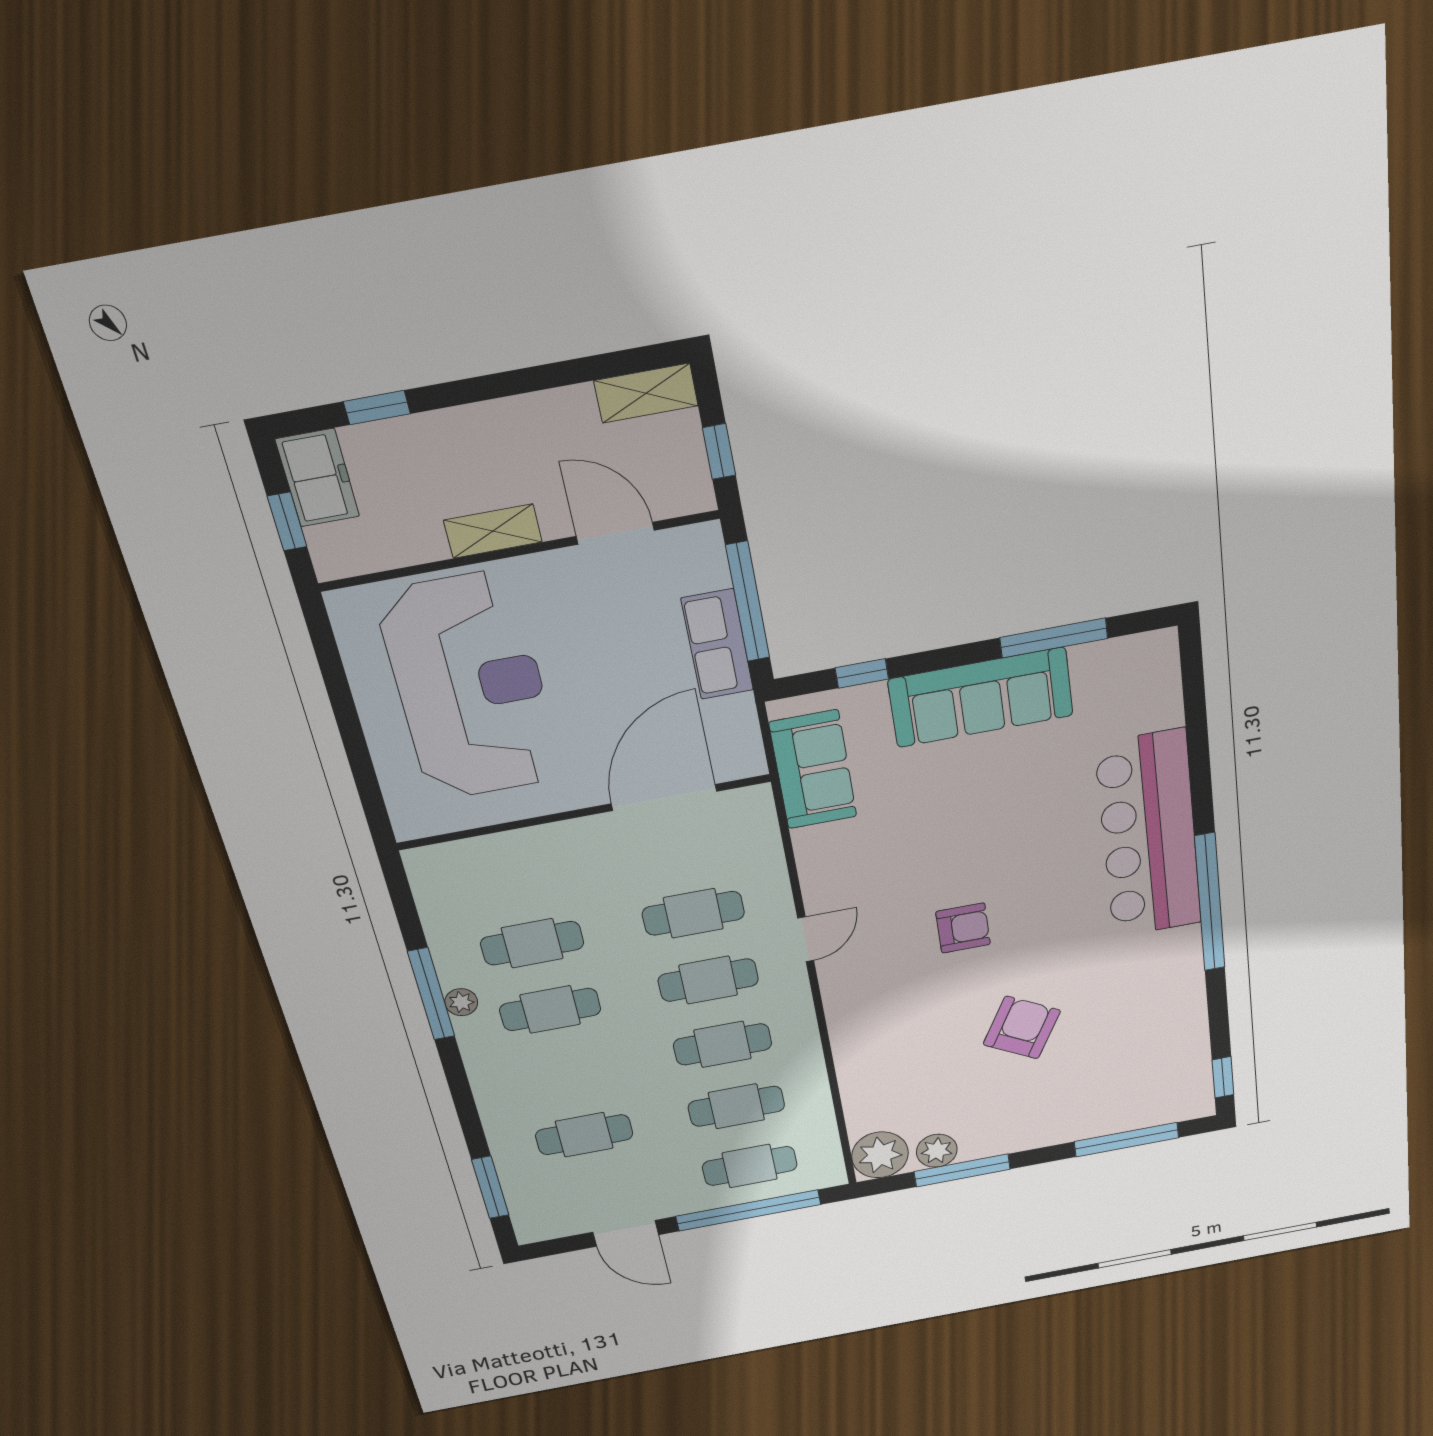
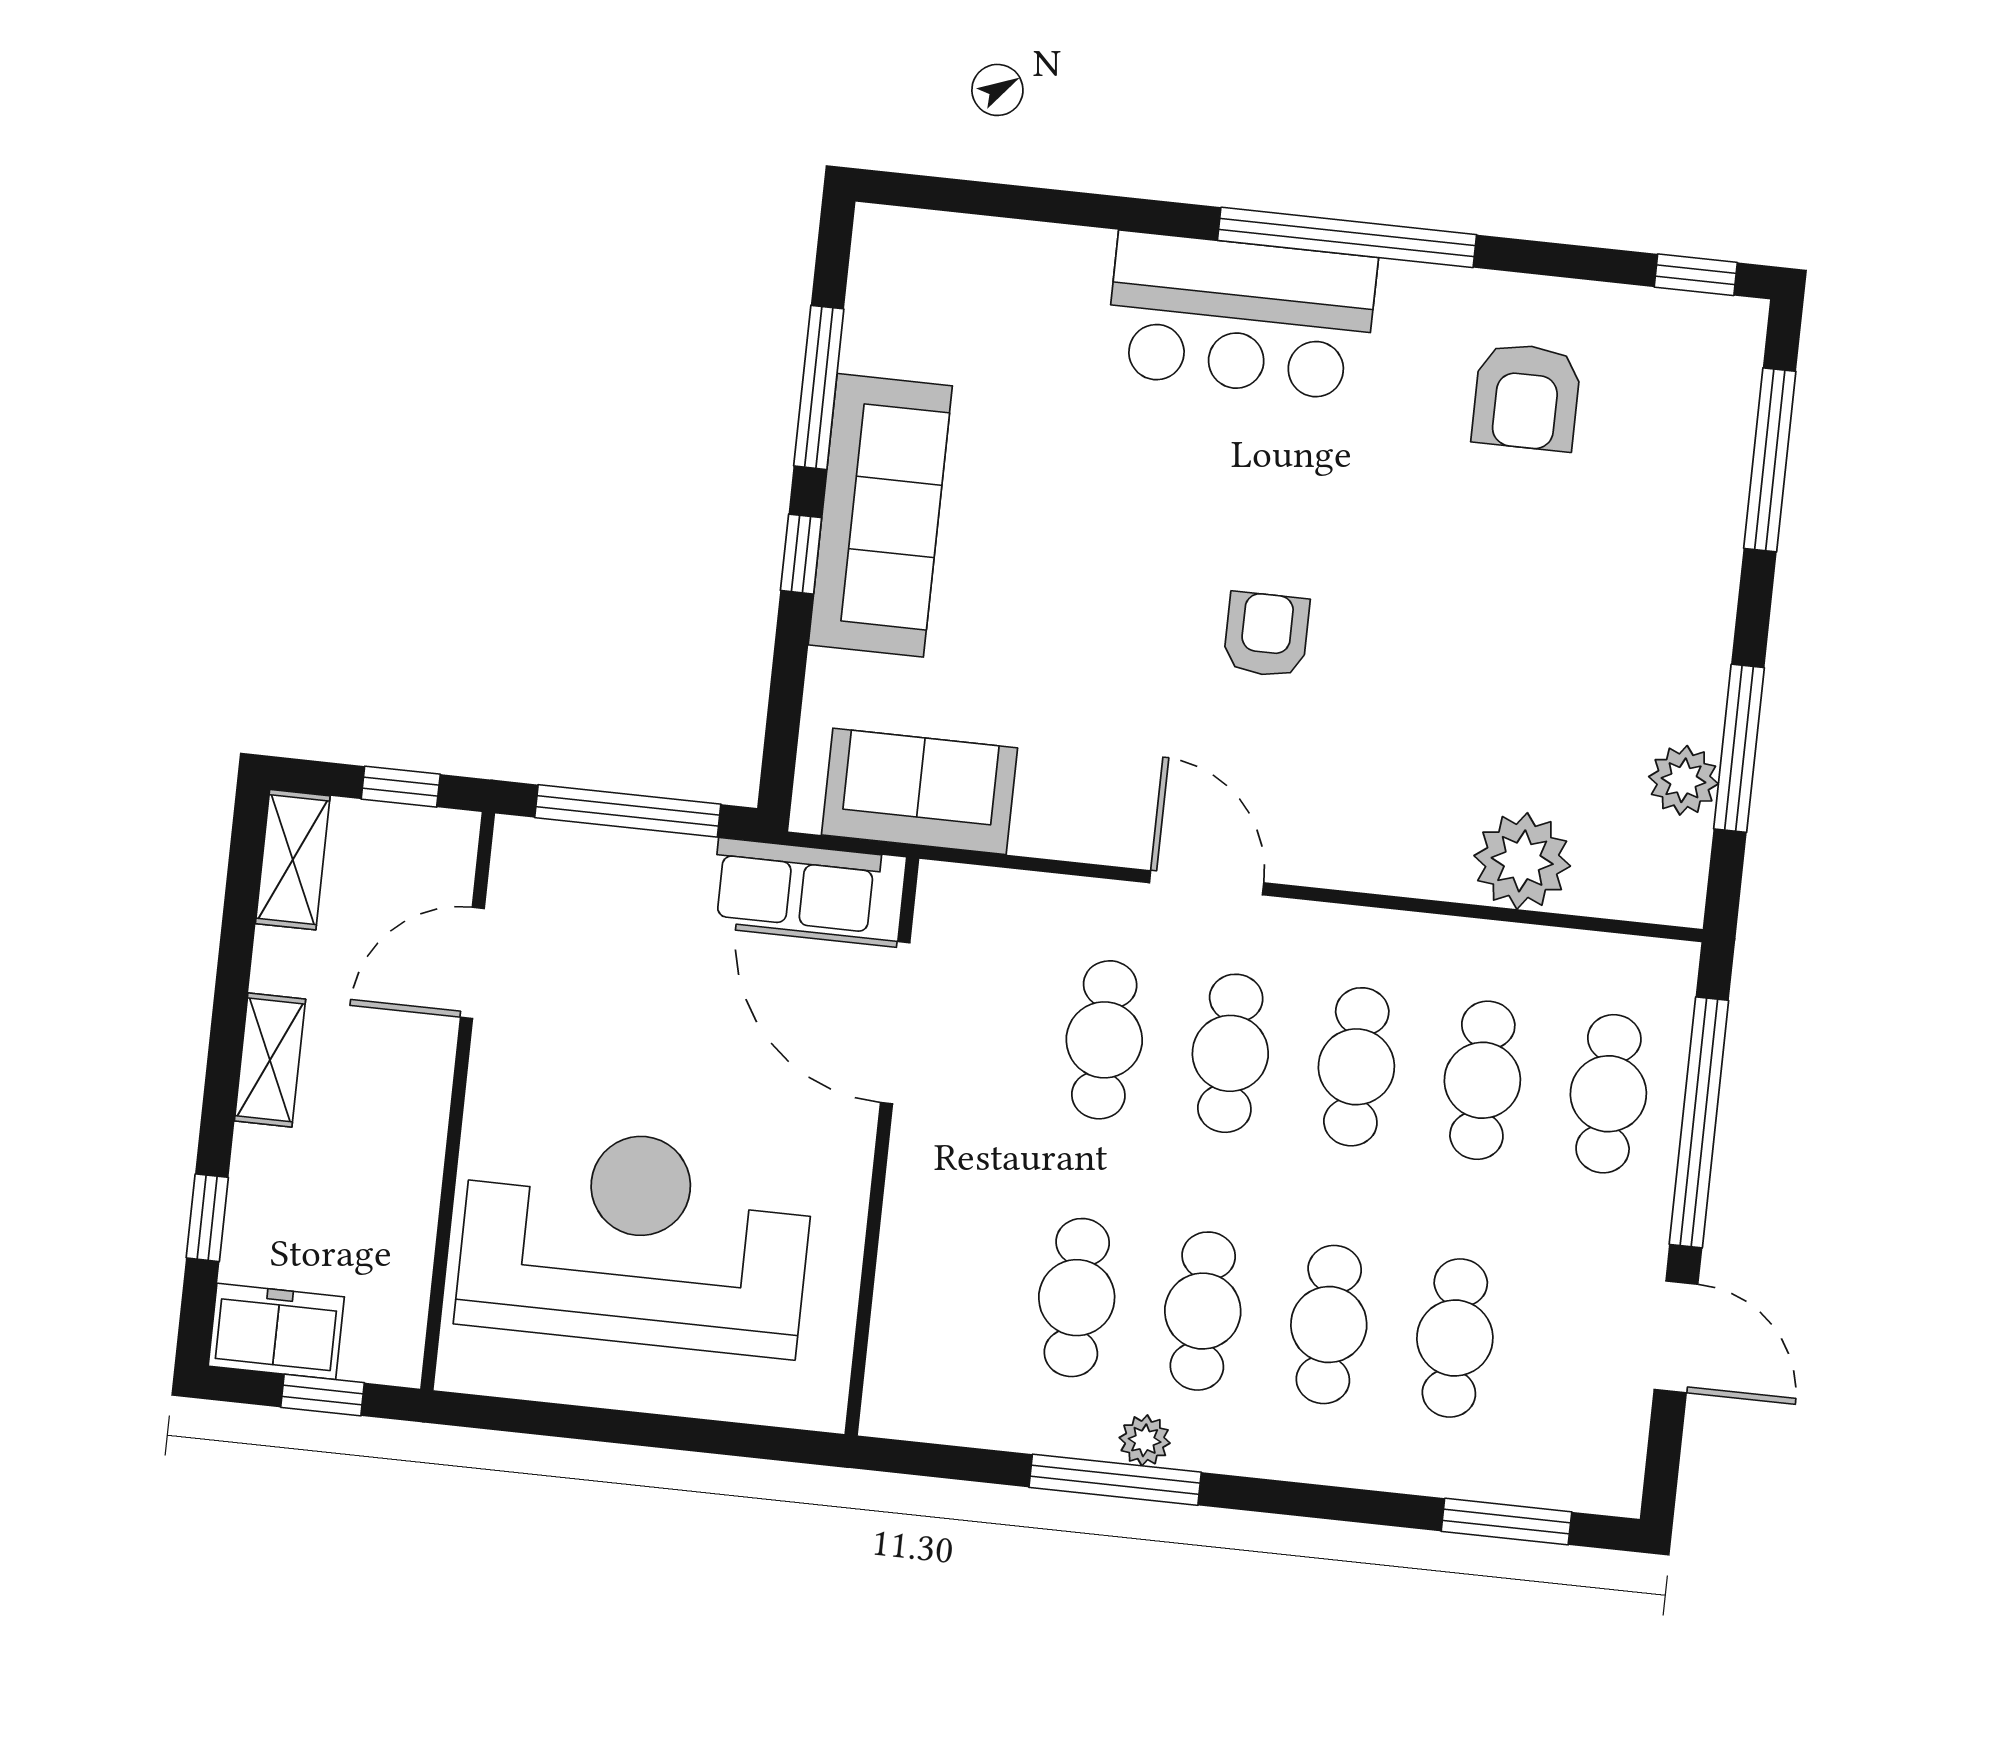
shelving: (493, 531) -> (270, 1060), moved
row of seats: (717, 644) -> (796, 885), moved
window: (862, 673) -> (801, 554), moved
bar counter: (1149, 835) -> (1241, 316), width x0.73
door: (806, 939) -> (1207, 883), width x1.38
armchair: (1022, 1028) -> (1526, 397), moved, turned -119
cafe table: (568, 1073) -> (1329, 1325), added
plant: (880, 1155) -> (1522, 861), moved
door: (626, 1233) -> (1676, 1337), hinge flipped

